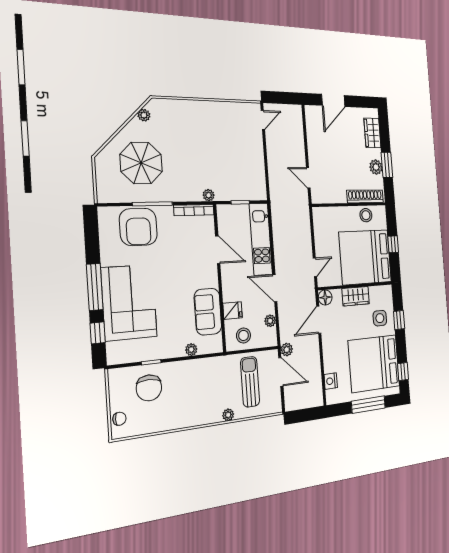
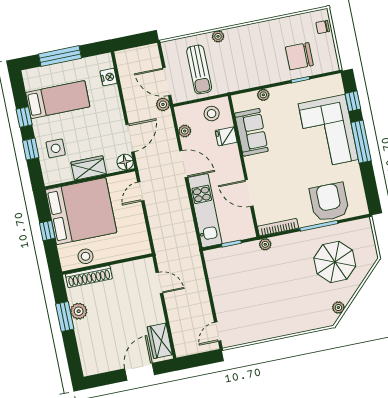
wardrobe: (372, 133) -> (160, 341), moved, turned 180
bed: (374, 363) -> (58, 100), width x0.49
window: (403, 372) -> (24, 117), moved
chair: (149, 388) -> (299, 56), turned -91

